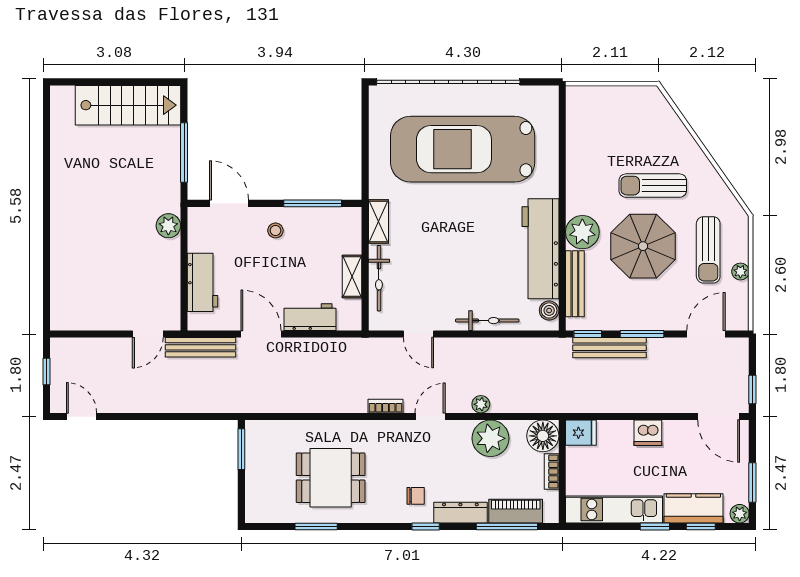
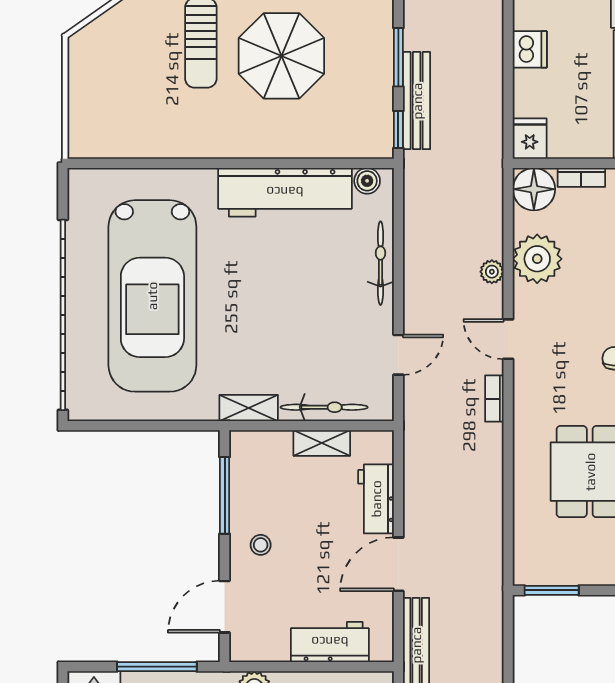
plant: (582, 232) -> (263, 137), removed
bench: (575, 284) -> (332, 146), removed

